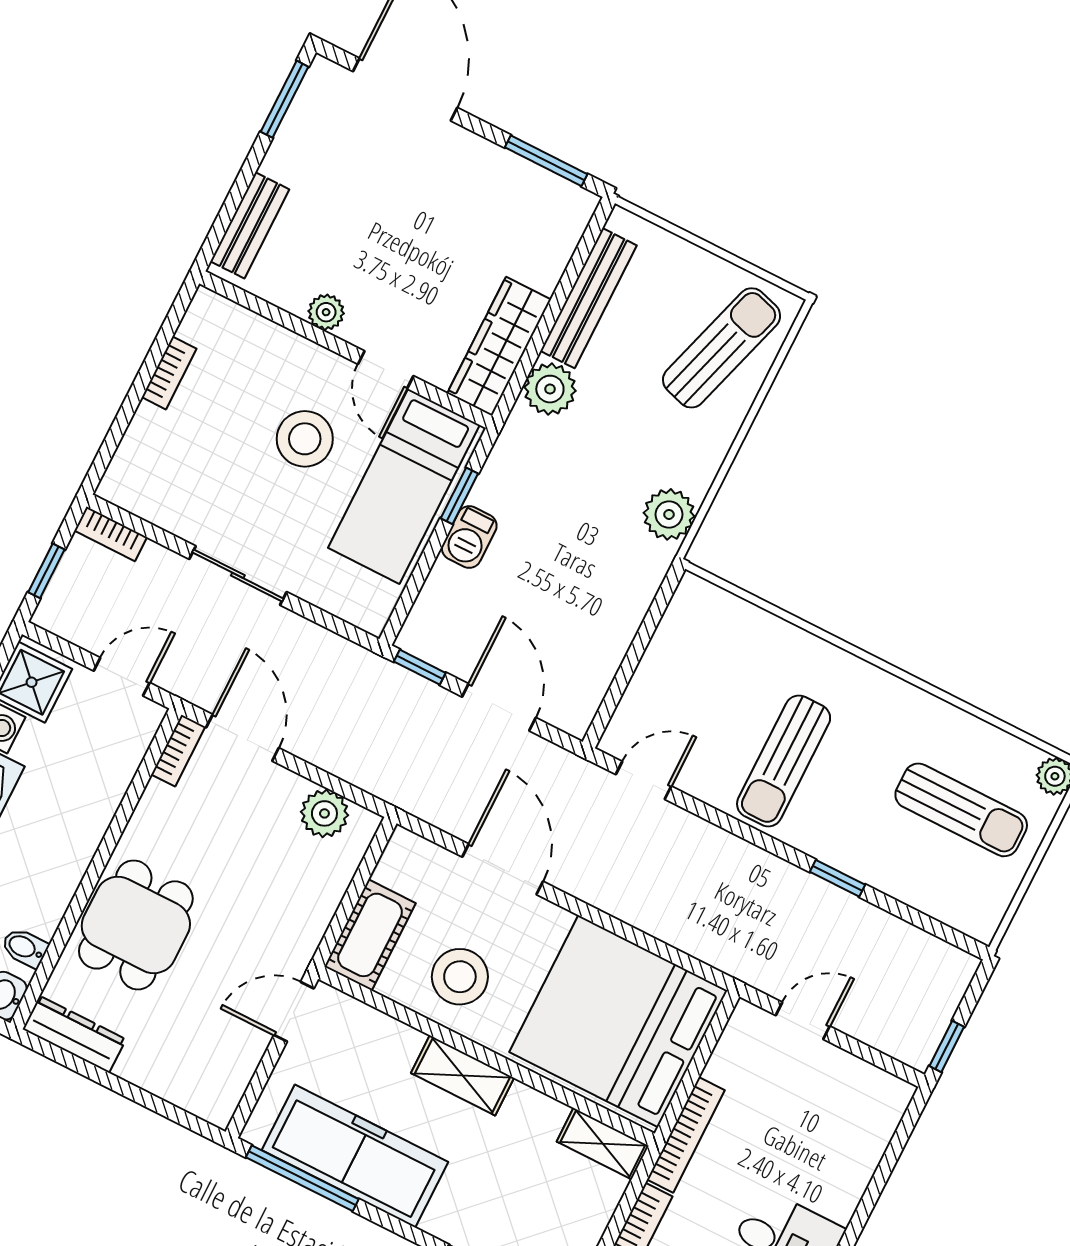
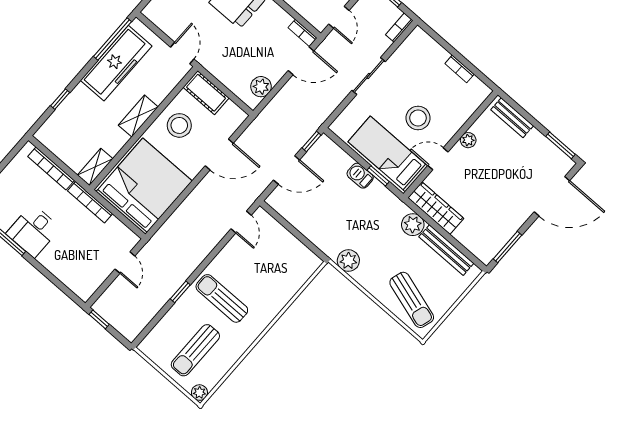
sun lounger: (784, 761) -> (222, 298), moved

